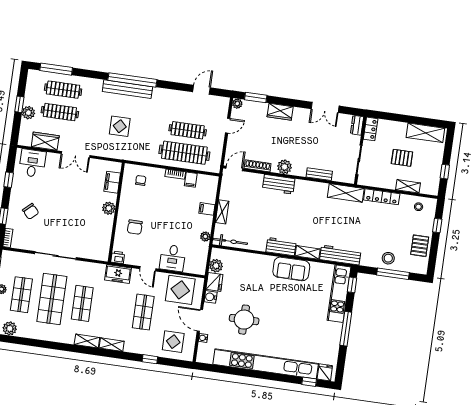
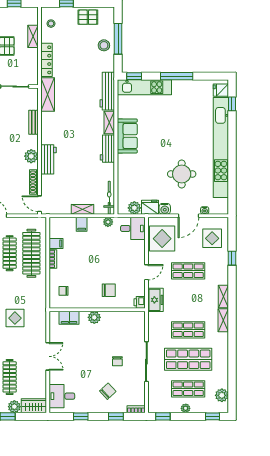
wardrobe: (45, 141) -> (34, 406), moved, turned 90
chair: (60, 226) -> (117, 361), added
desk: (173, 258) -> (133, 228), moved

